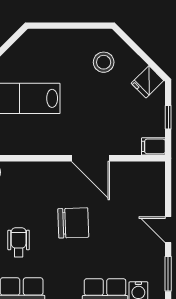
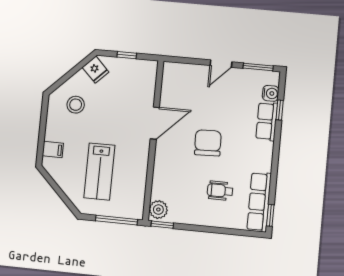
filing cabinet: (153, 146) -> (53, 150), moved, turned -90

